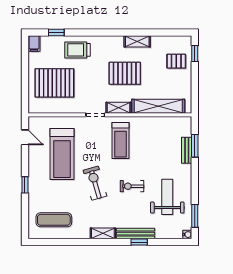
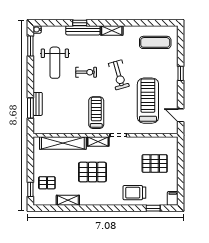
shelving: (137, 41) -> (68, 200), moved
trolley: (77, 50) -> (134, 193), turned 180
pallet: (54, 83) -> (155, 164), width x0.73, depth x0.71

